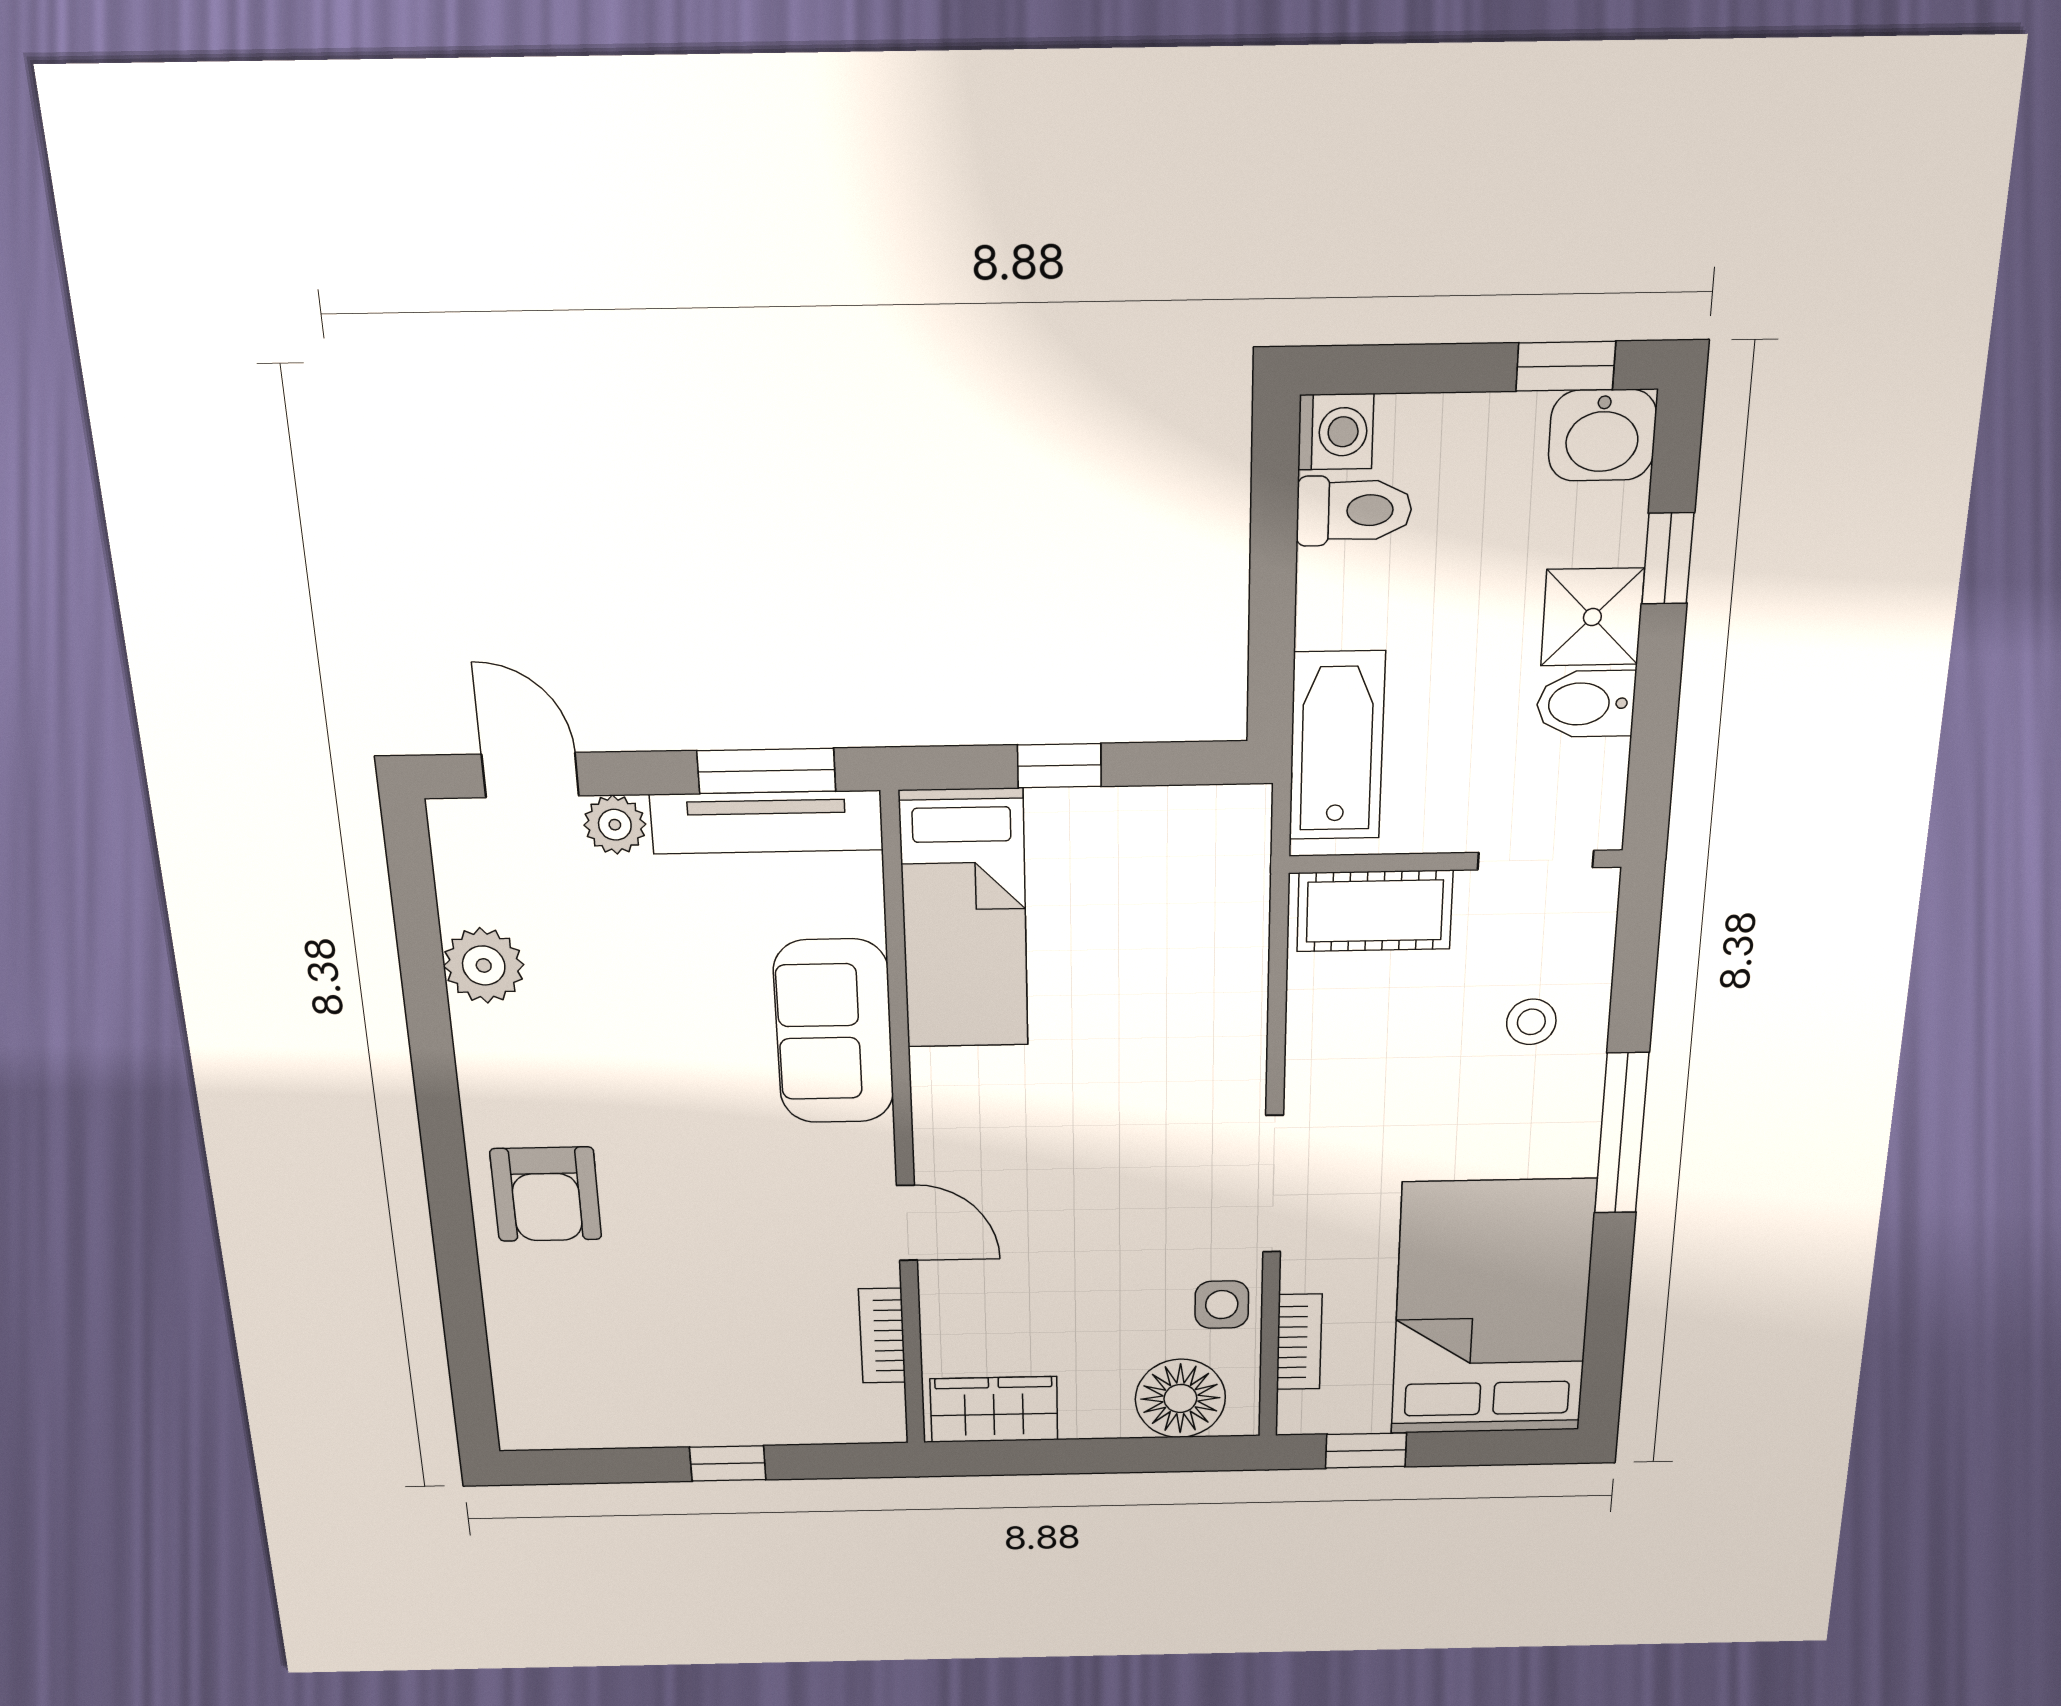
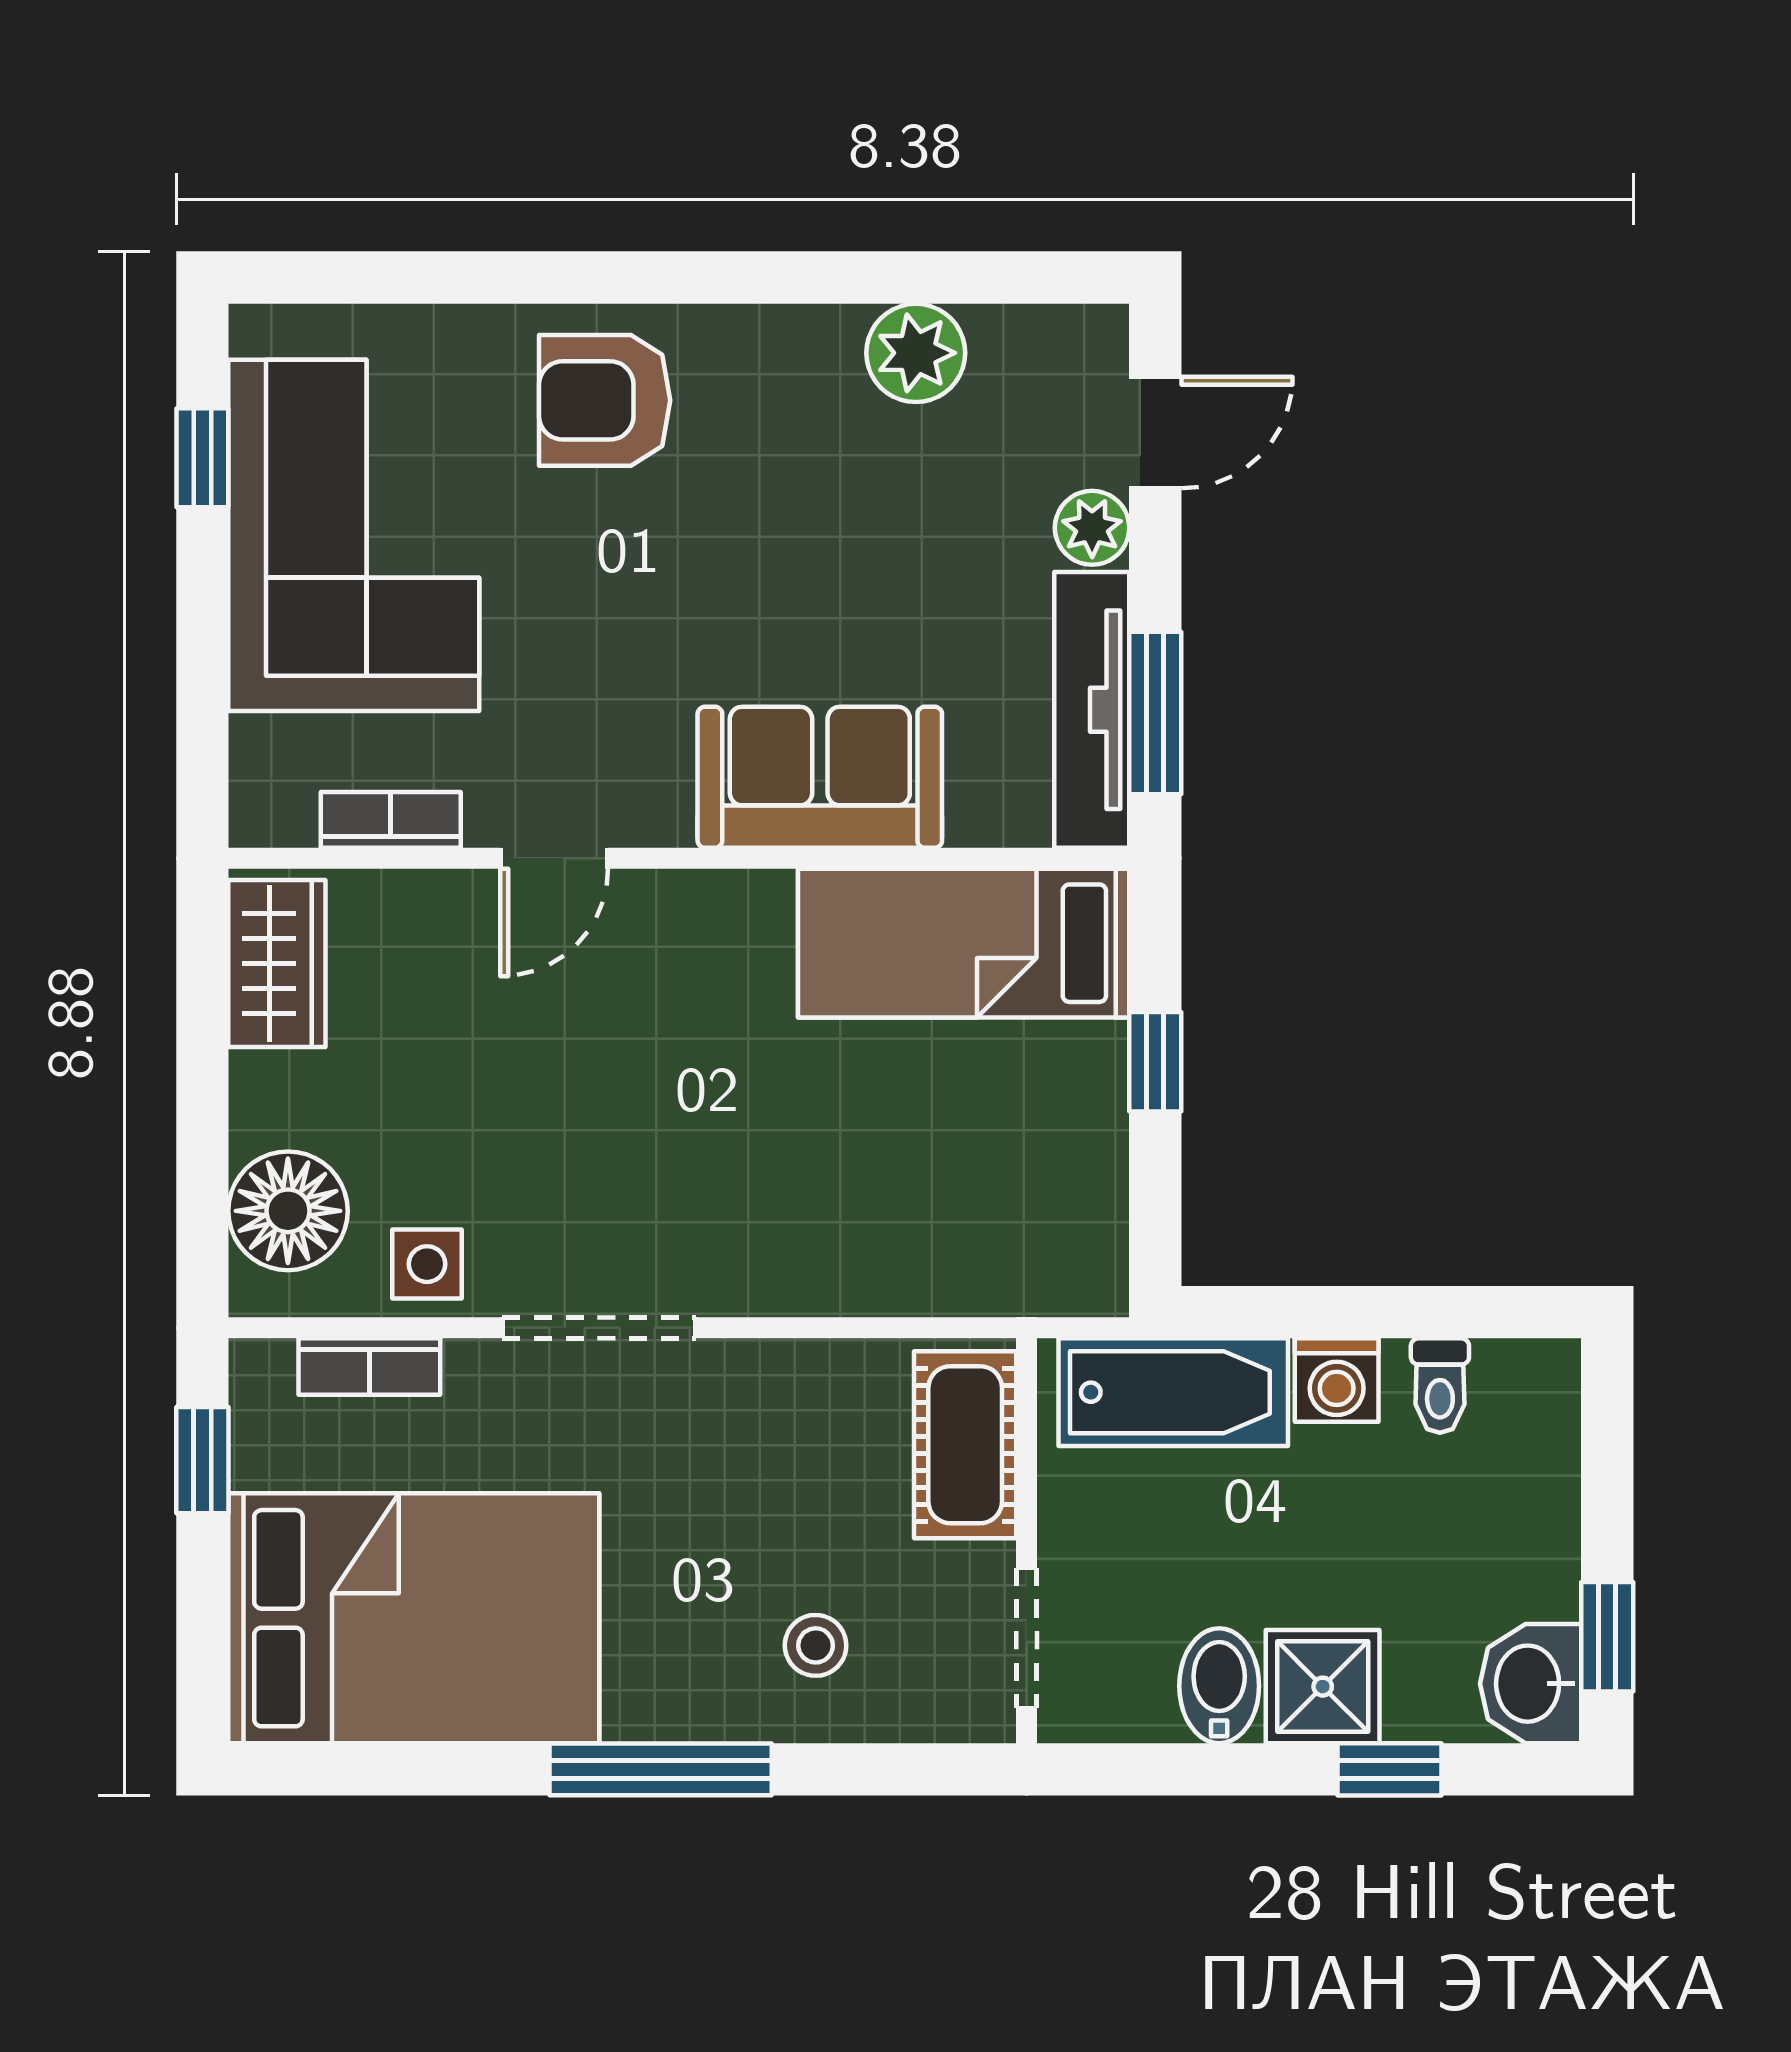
washing machine: (1336, 432) -> (1337, 1380), moved
toilet: (1354, 510) -> (1440, 1385), width x0.73, depth x0.72
corner sofa: (666, 1365) -> (354, 535), added
window: (728, 1463) -> (202, 458), moved

